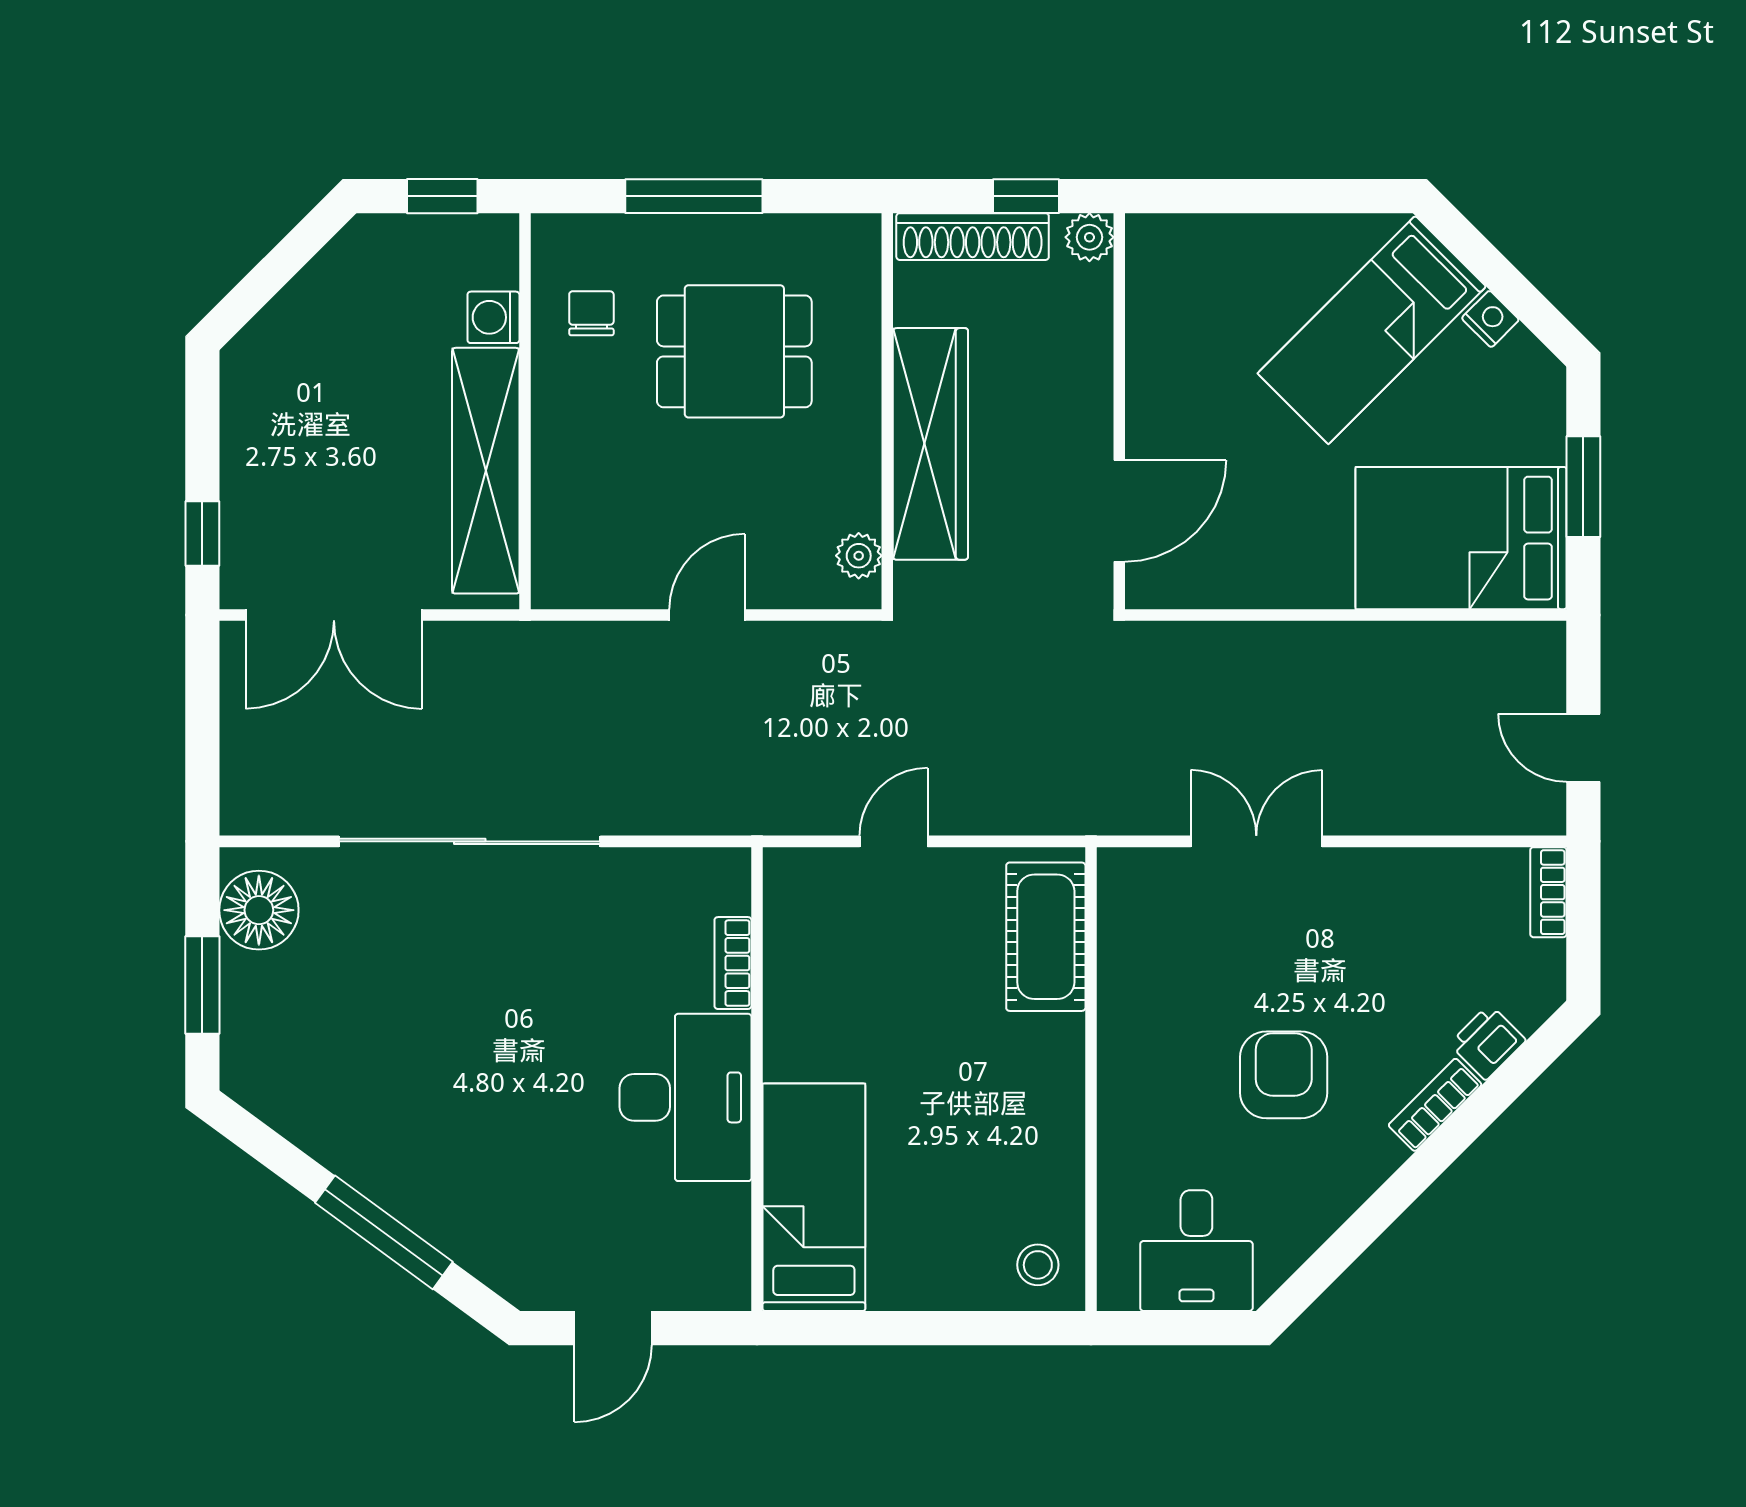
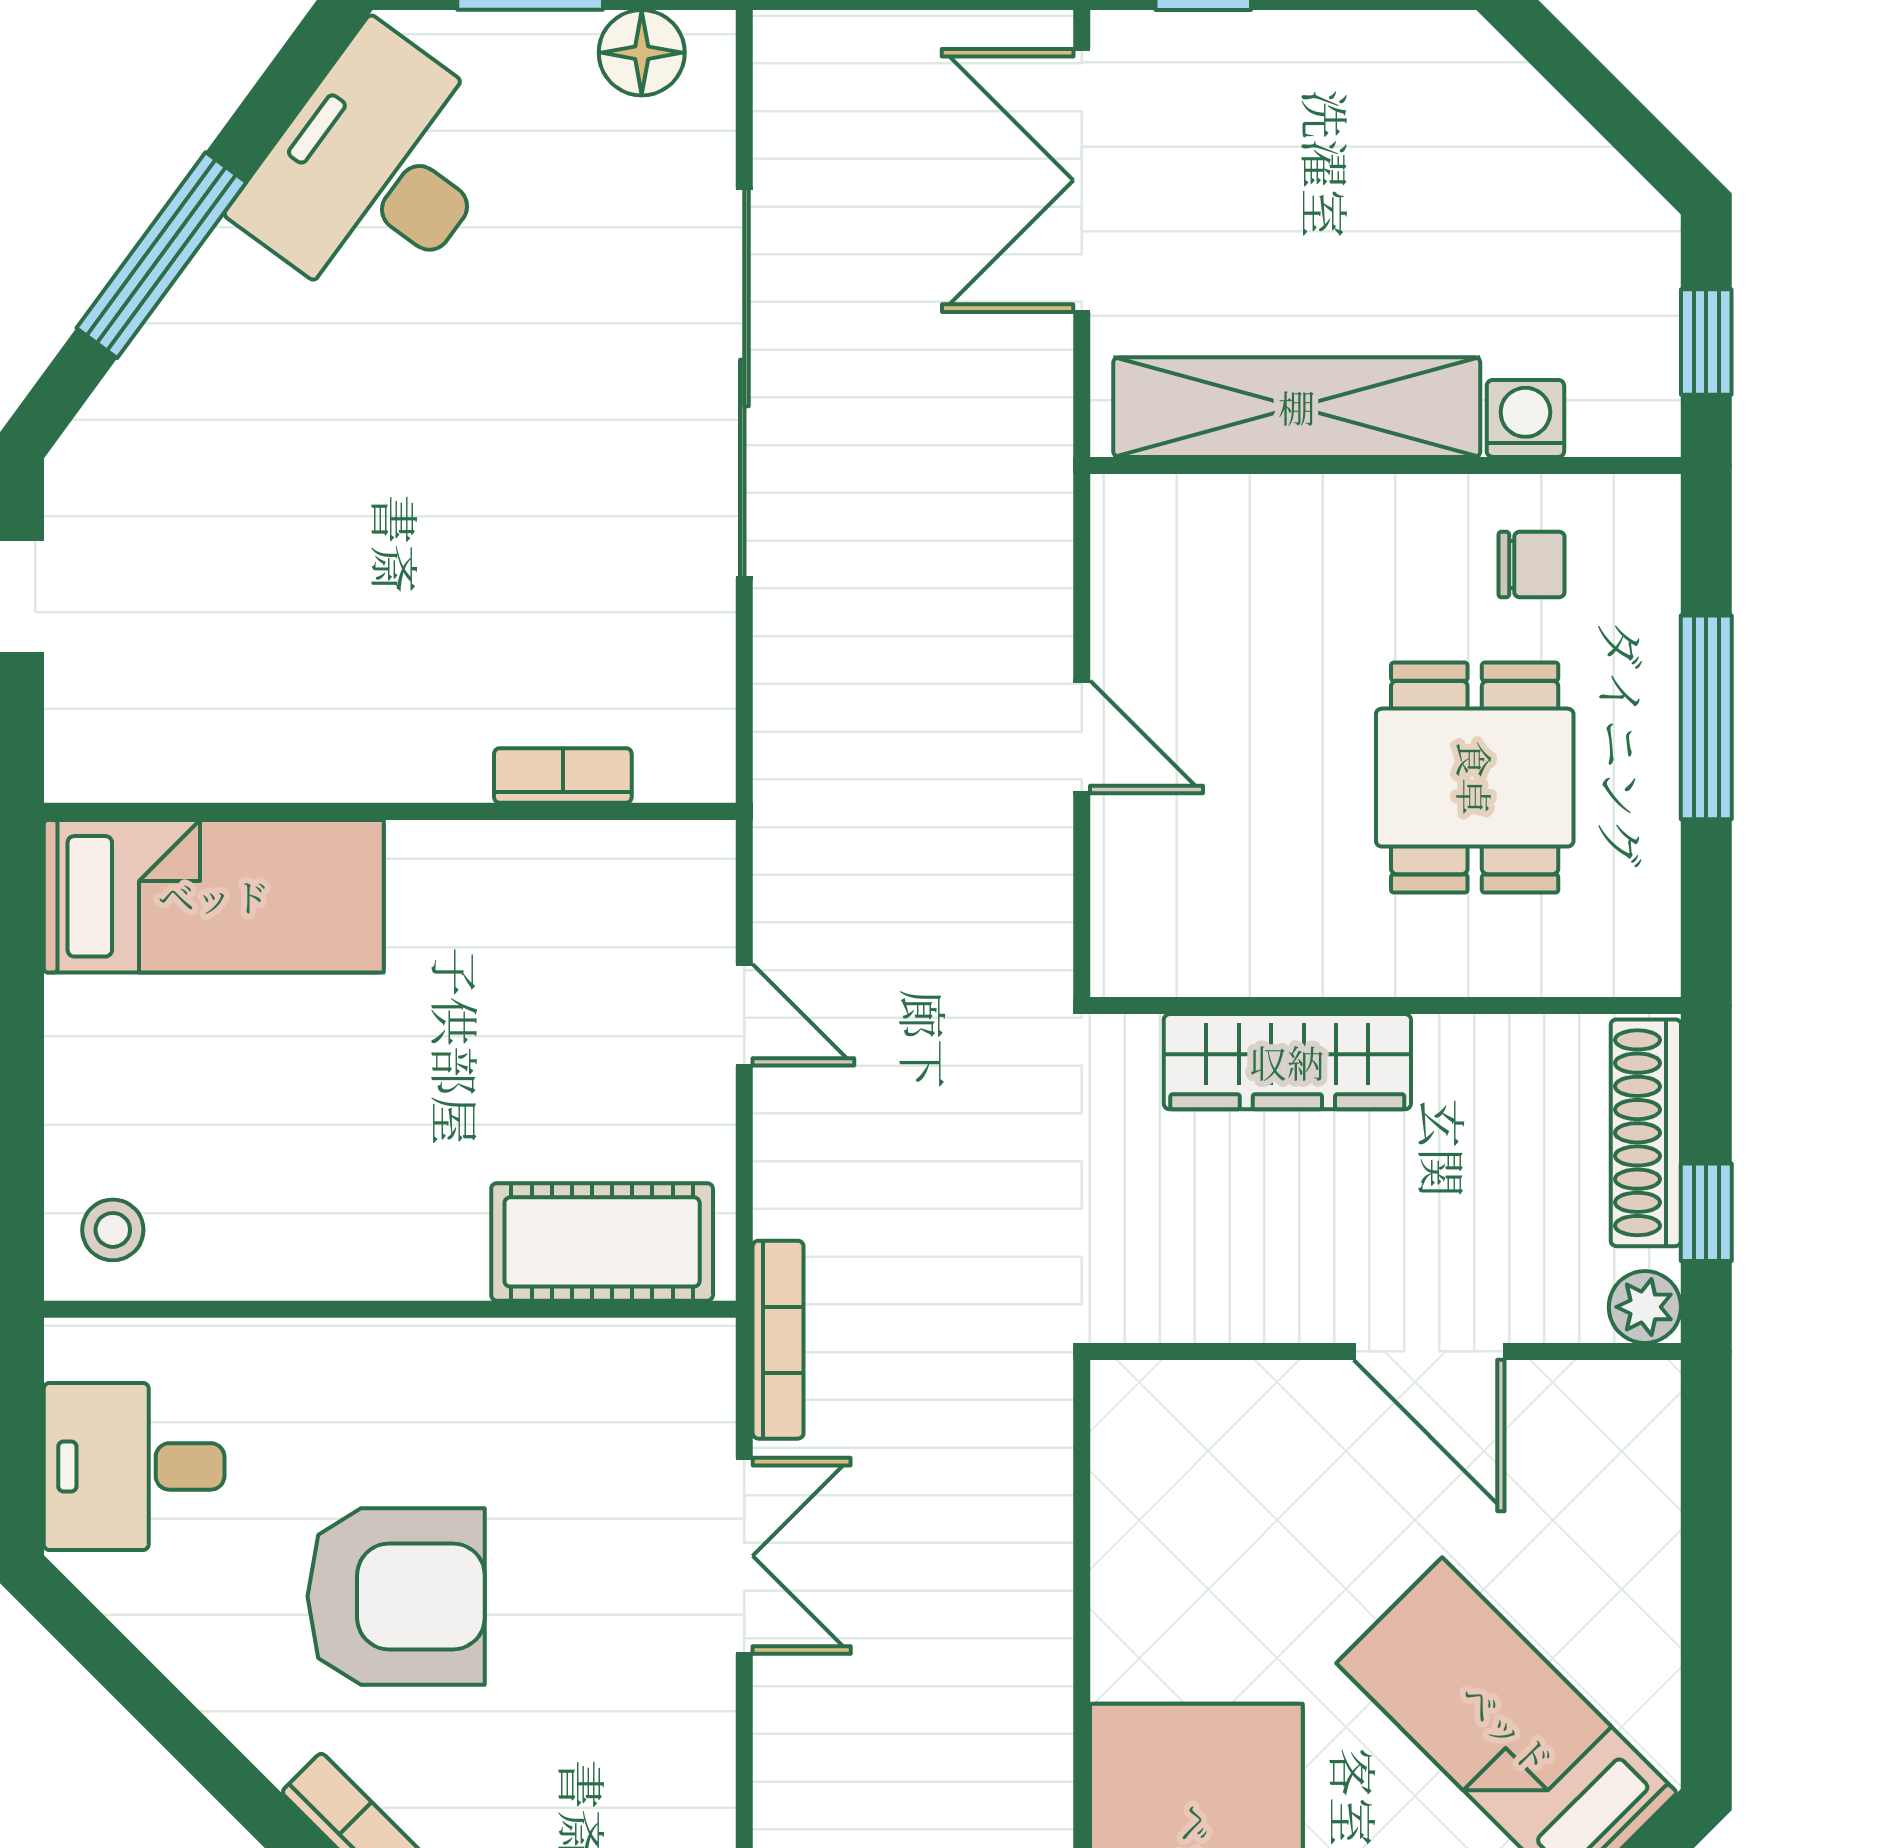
wardrobe: (930, 444) -> (1287, 1062), width x0.71, depth x0.85
door: (1119, 511) -> (1429, 1351), moved
plant: (859, 556) -> (1170, 963), removed
bookcase: (1111, 819) -> (778, 1340), added
floor lamp: (259, 910) -> (642, 53), width x0.73, depth x0.73
armchair: (1284, 1075) -> (396, 1596), width x1.36, depth x1.36
desk: (686, 1097) -> (375, 172), moved, turned 126

